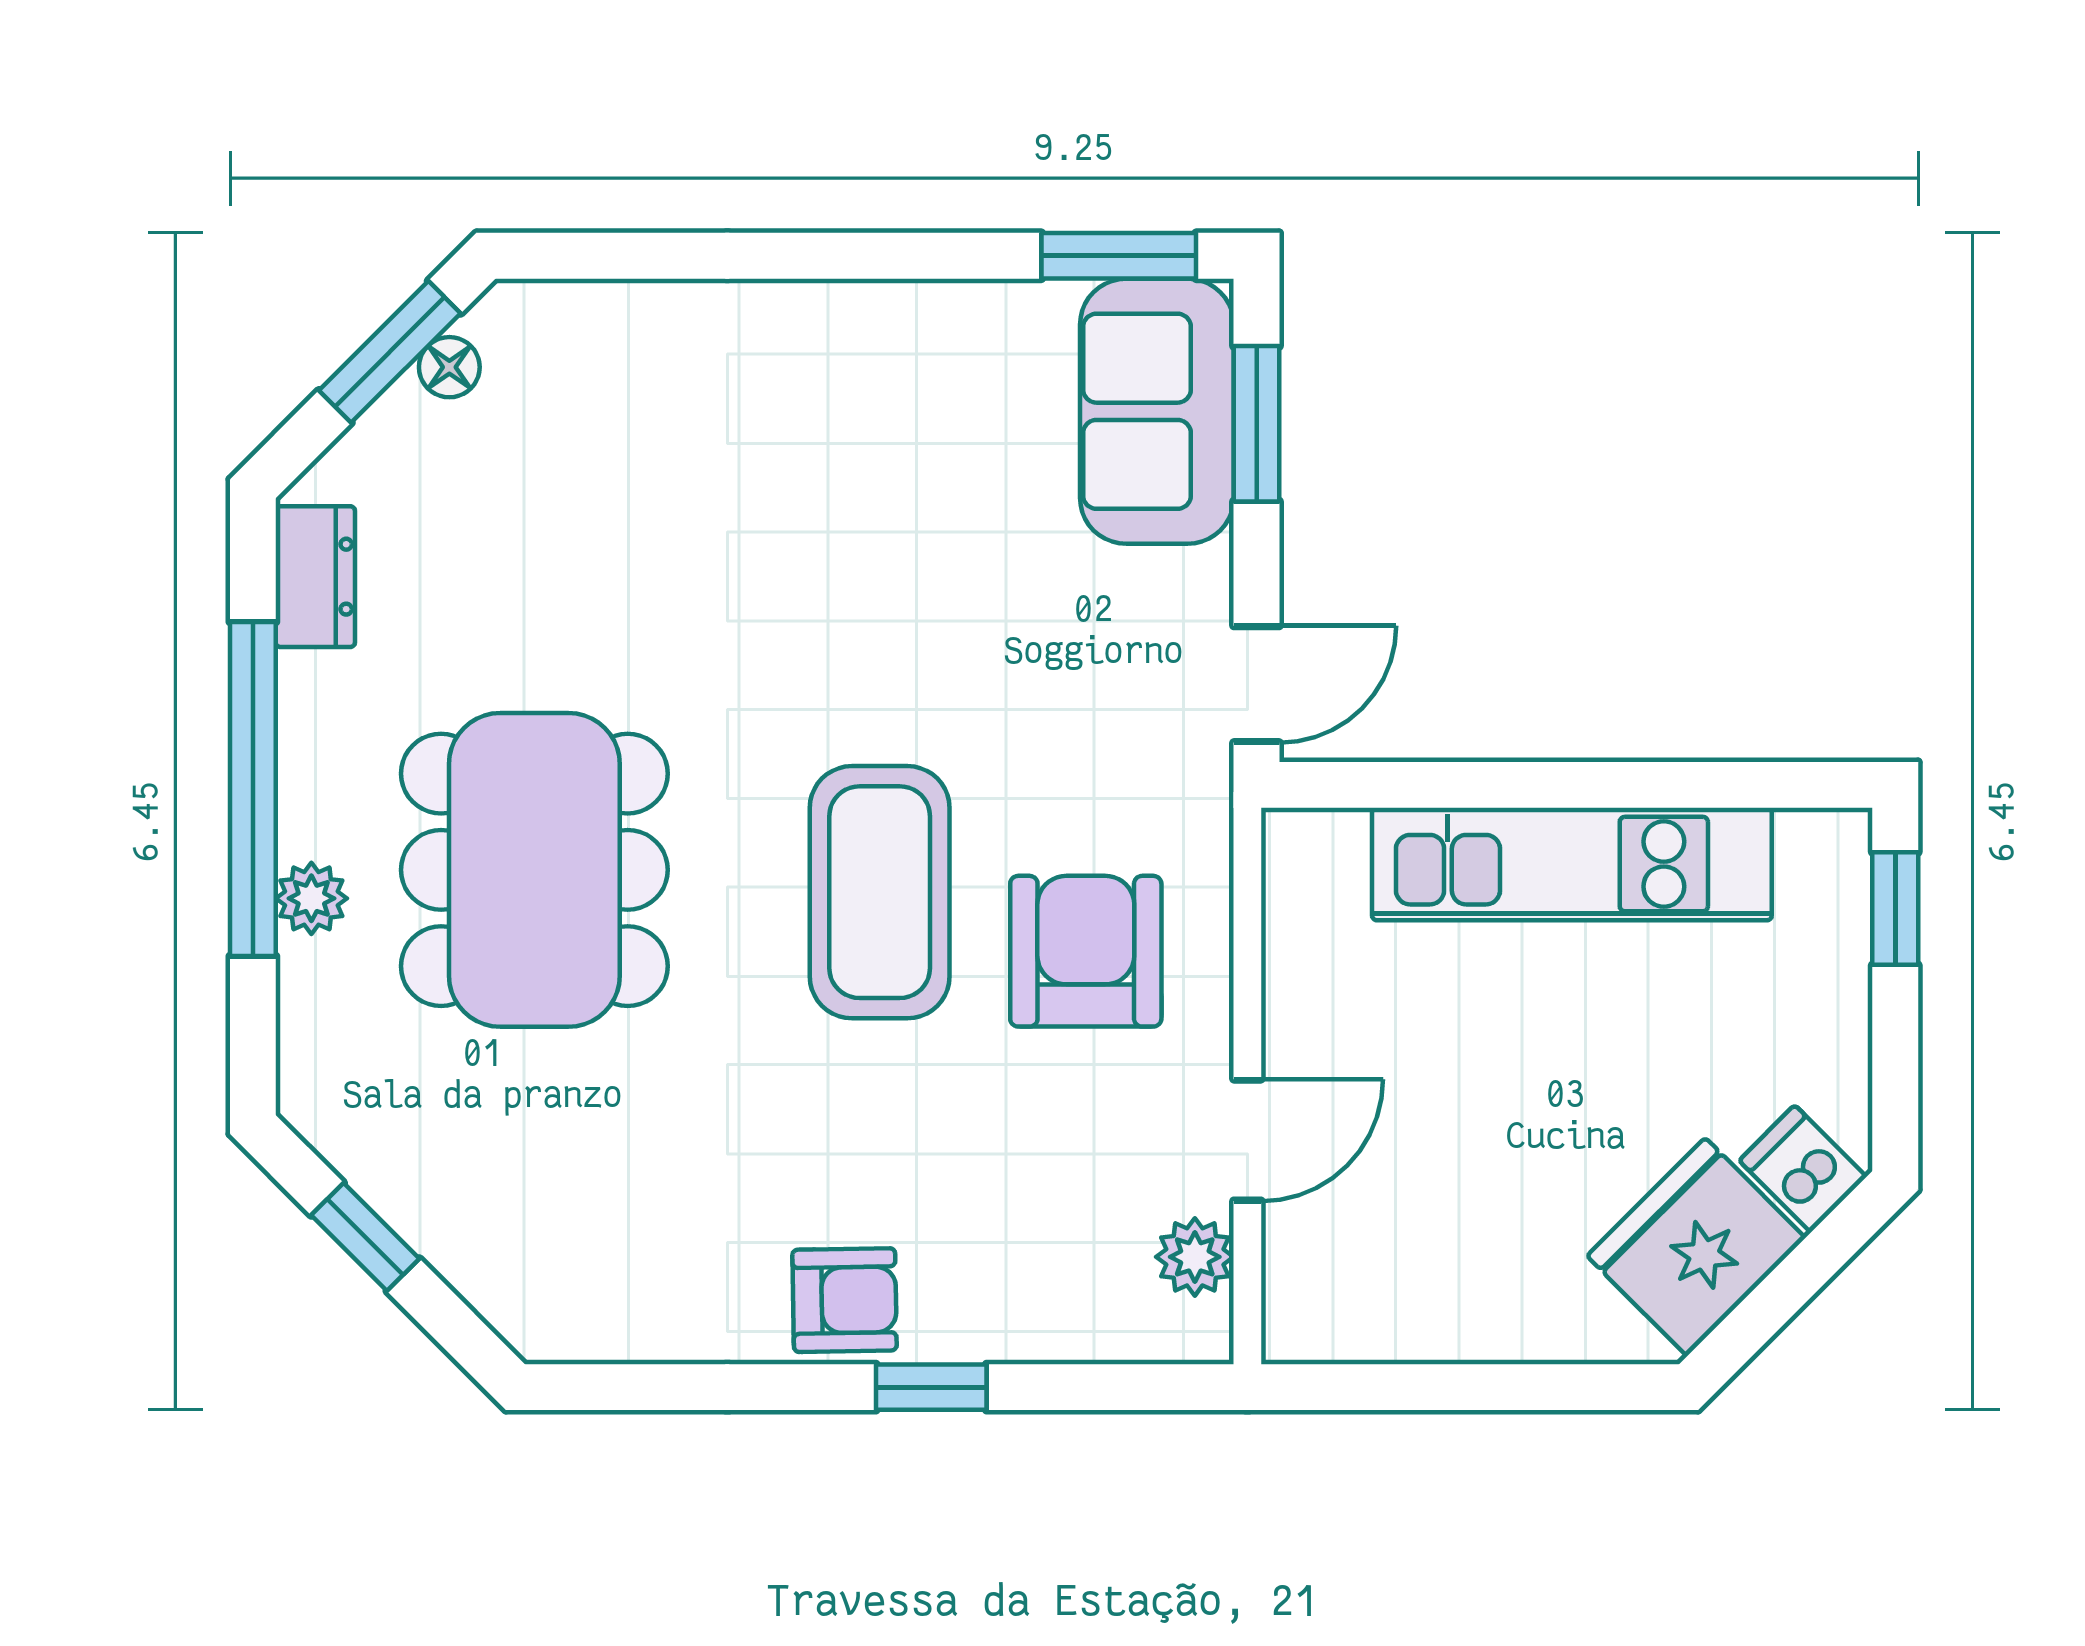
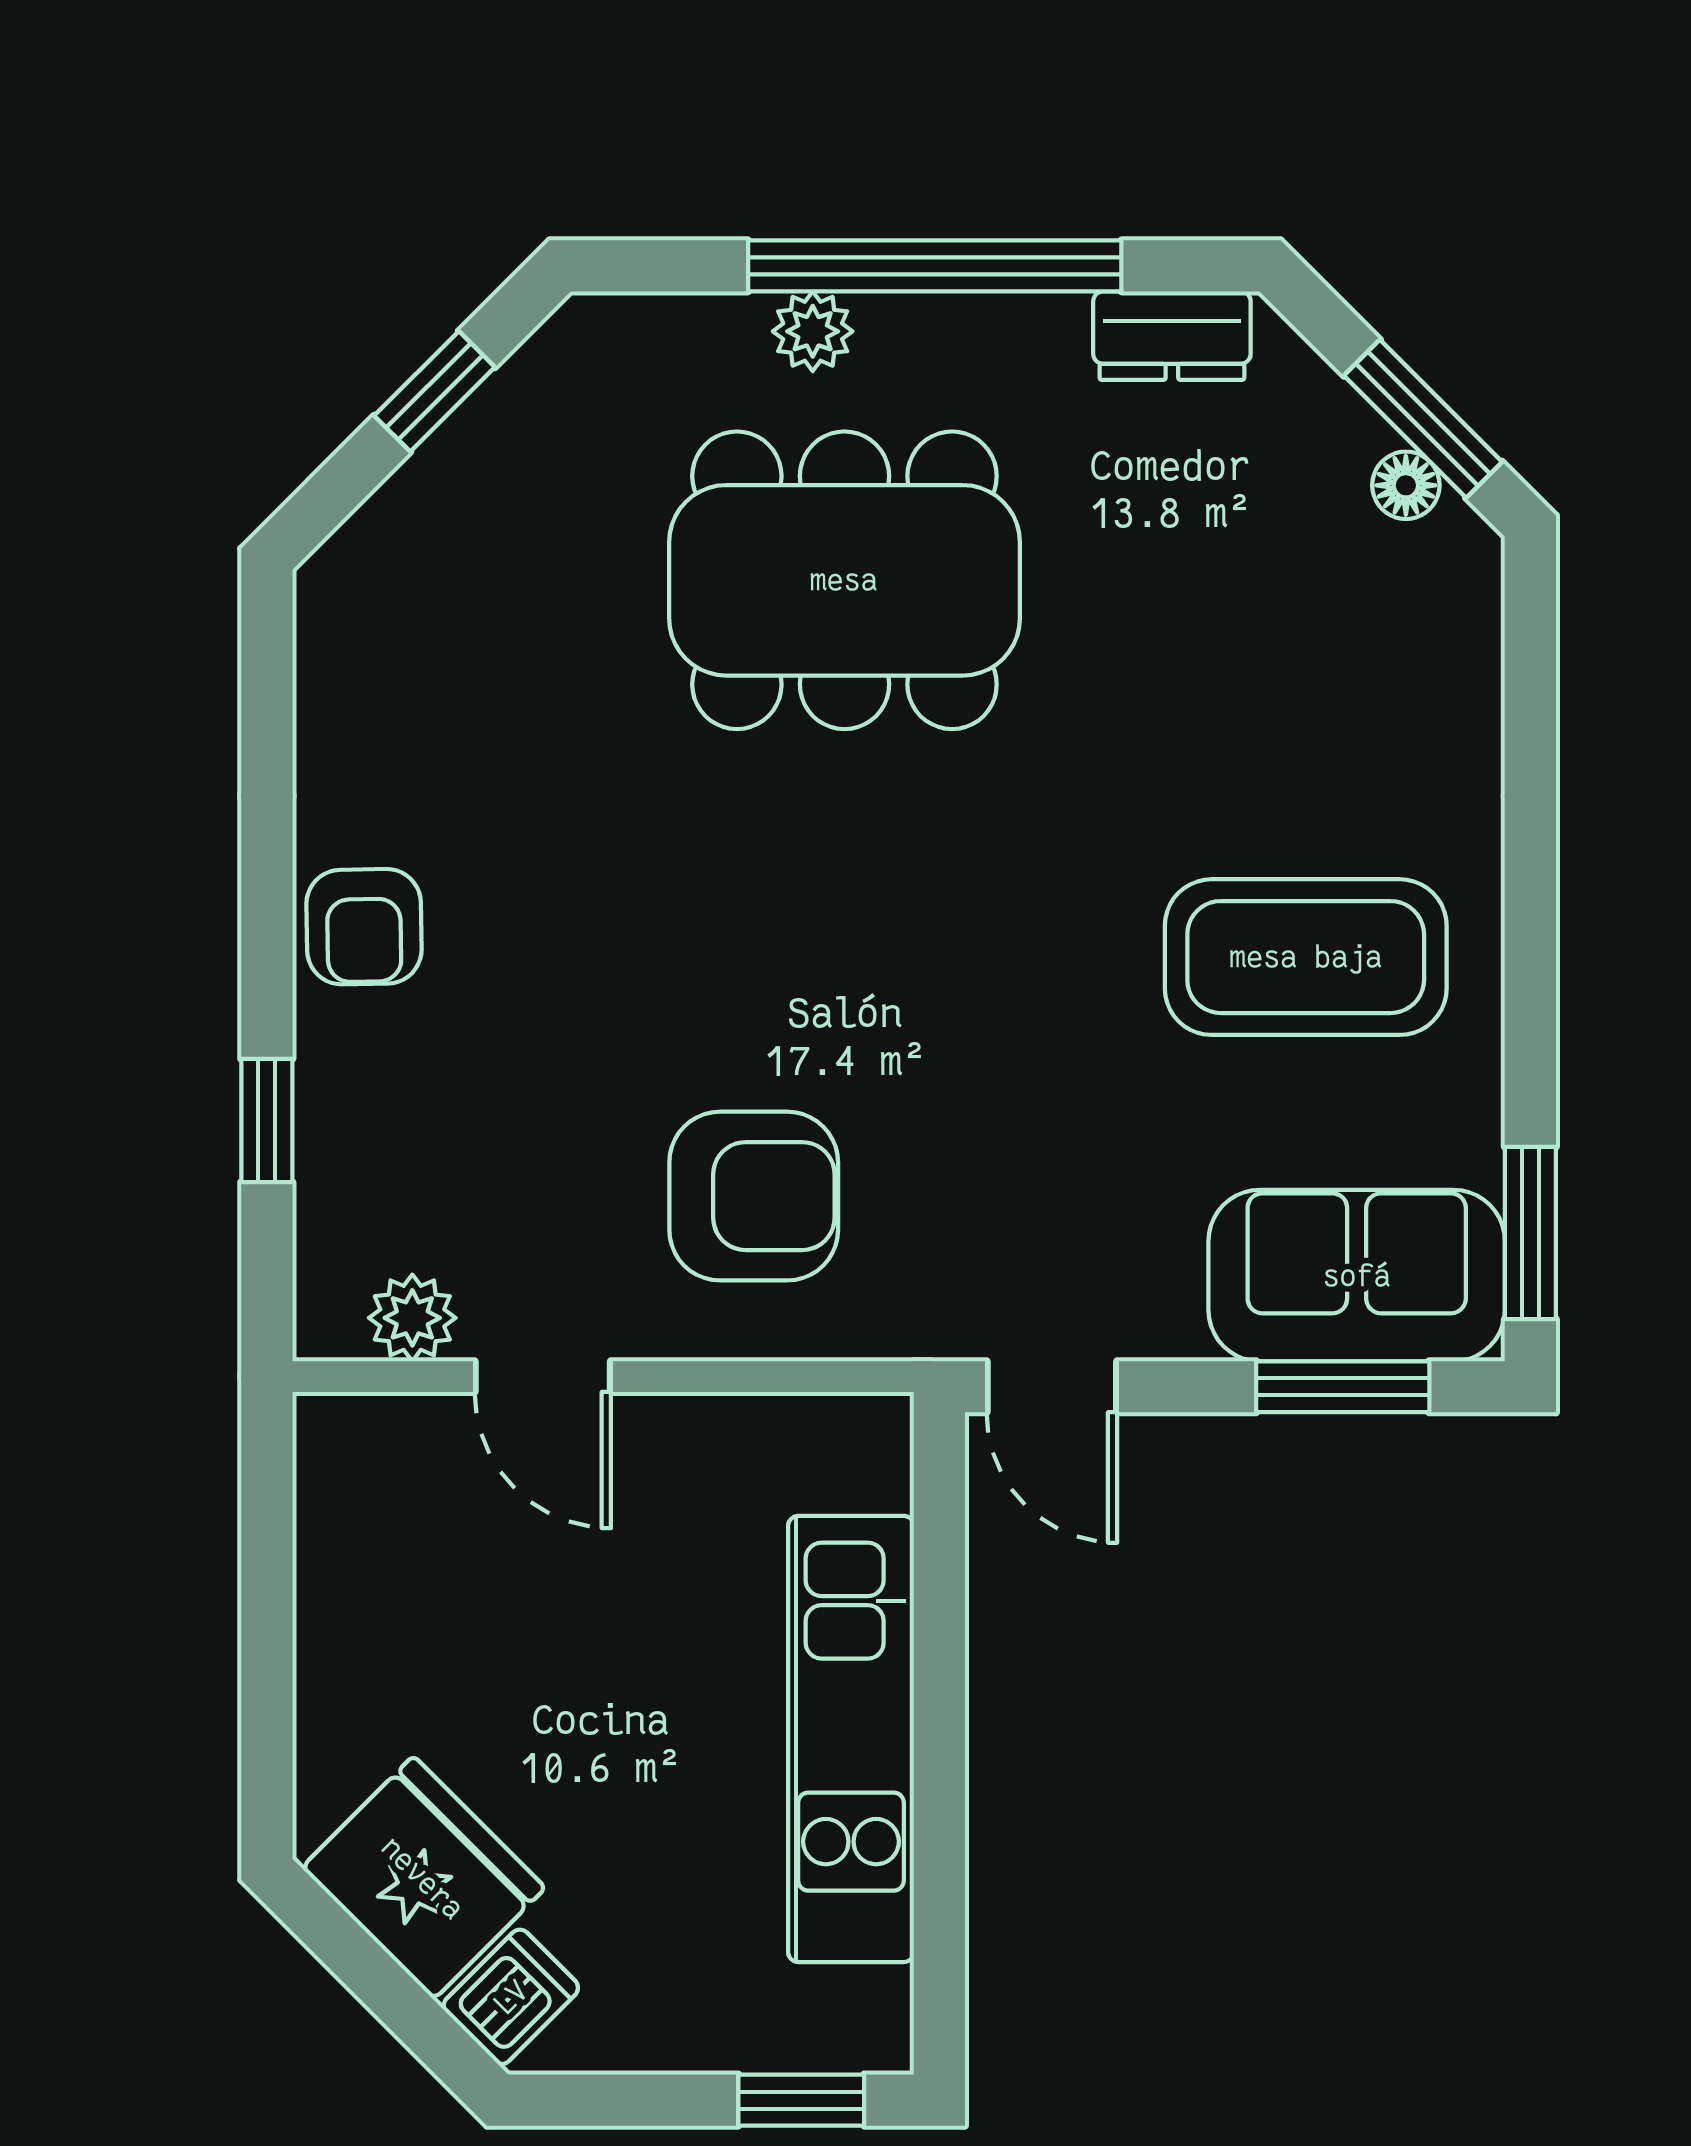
coffee table: (880, 892) -> (1306, 957), moved
window: (931, 1387) -> (267, 1120), moved

